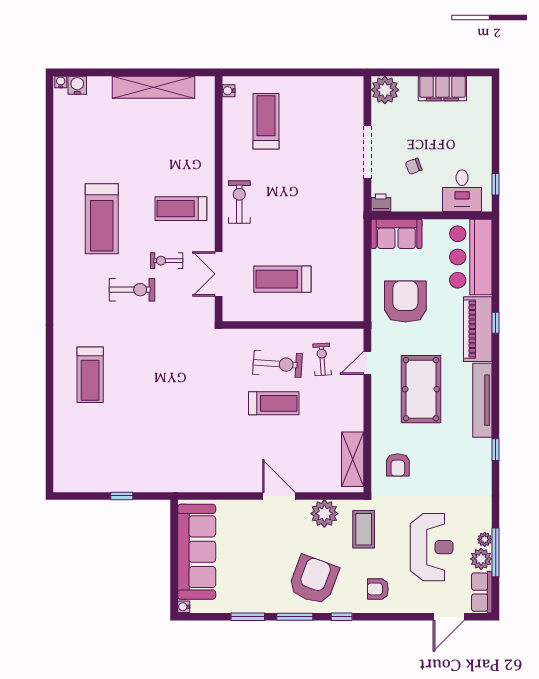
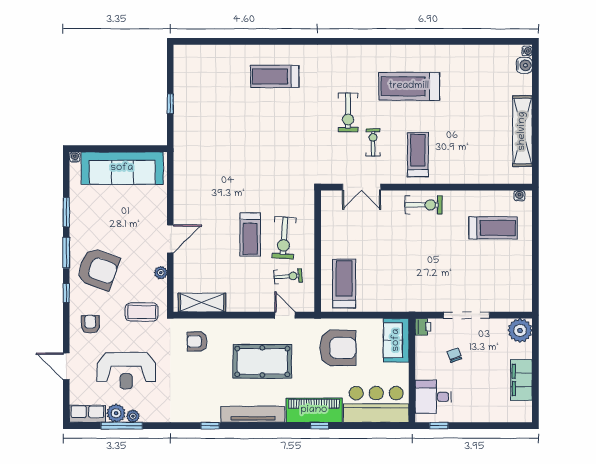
double door: (219, 274) -> (362, 187), swing flipped
treadmill: (282, 279) -> (344, 283), moved
plant: (324, 514) -> (161, 273), width x0.53, depth x0.53
door: (449, 617) -> (66, 366), moved

